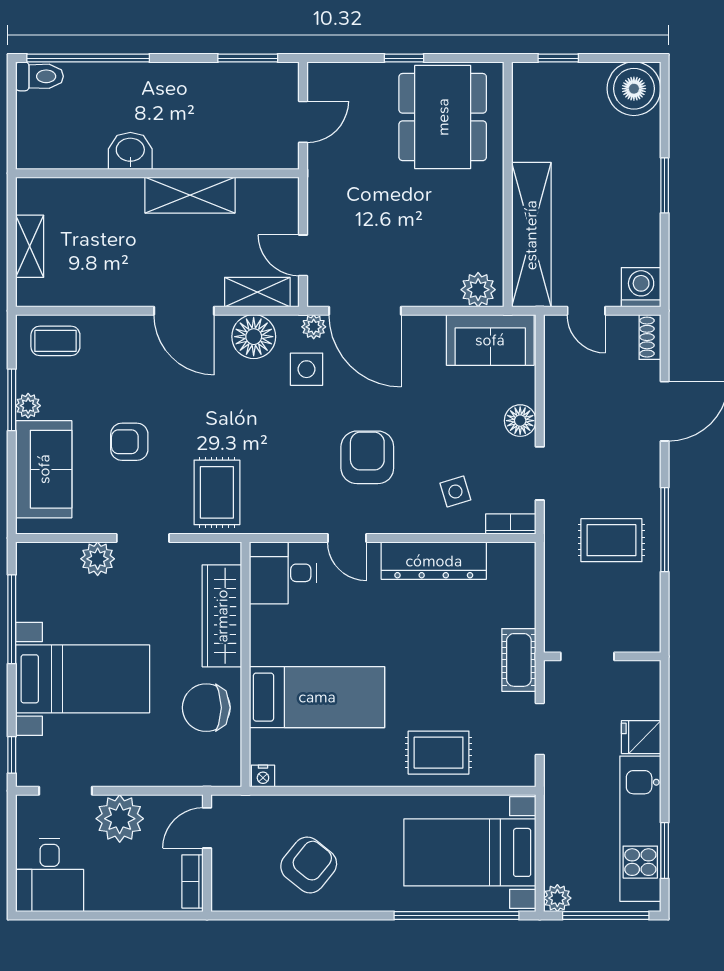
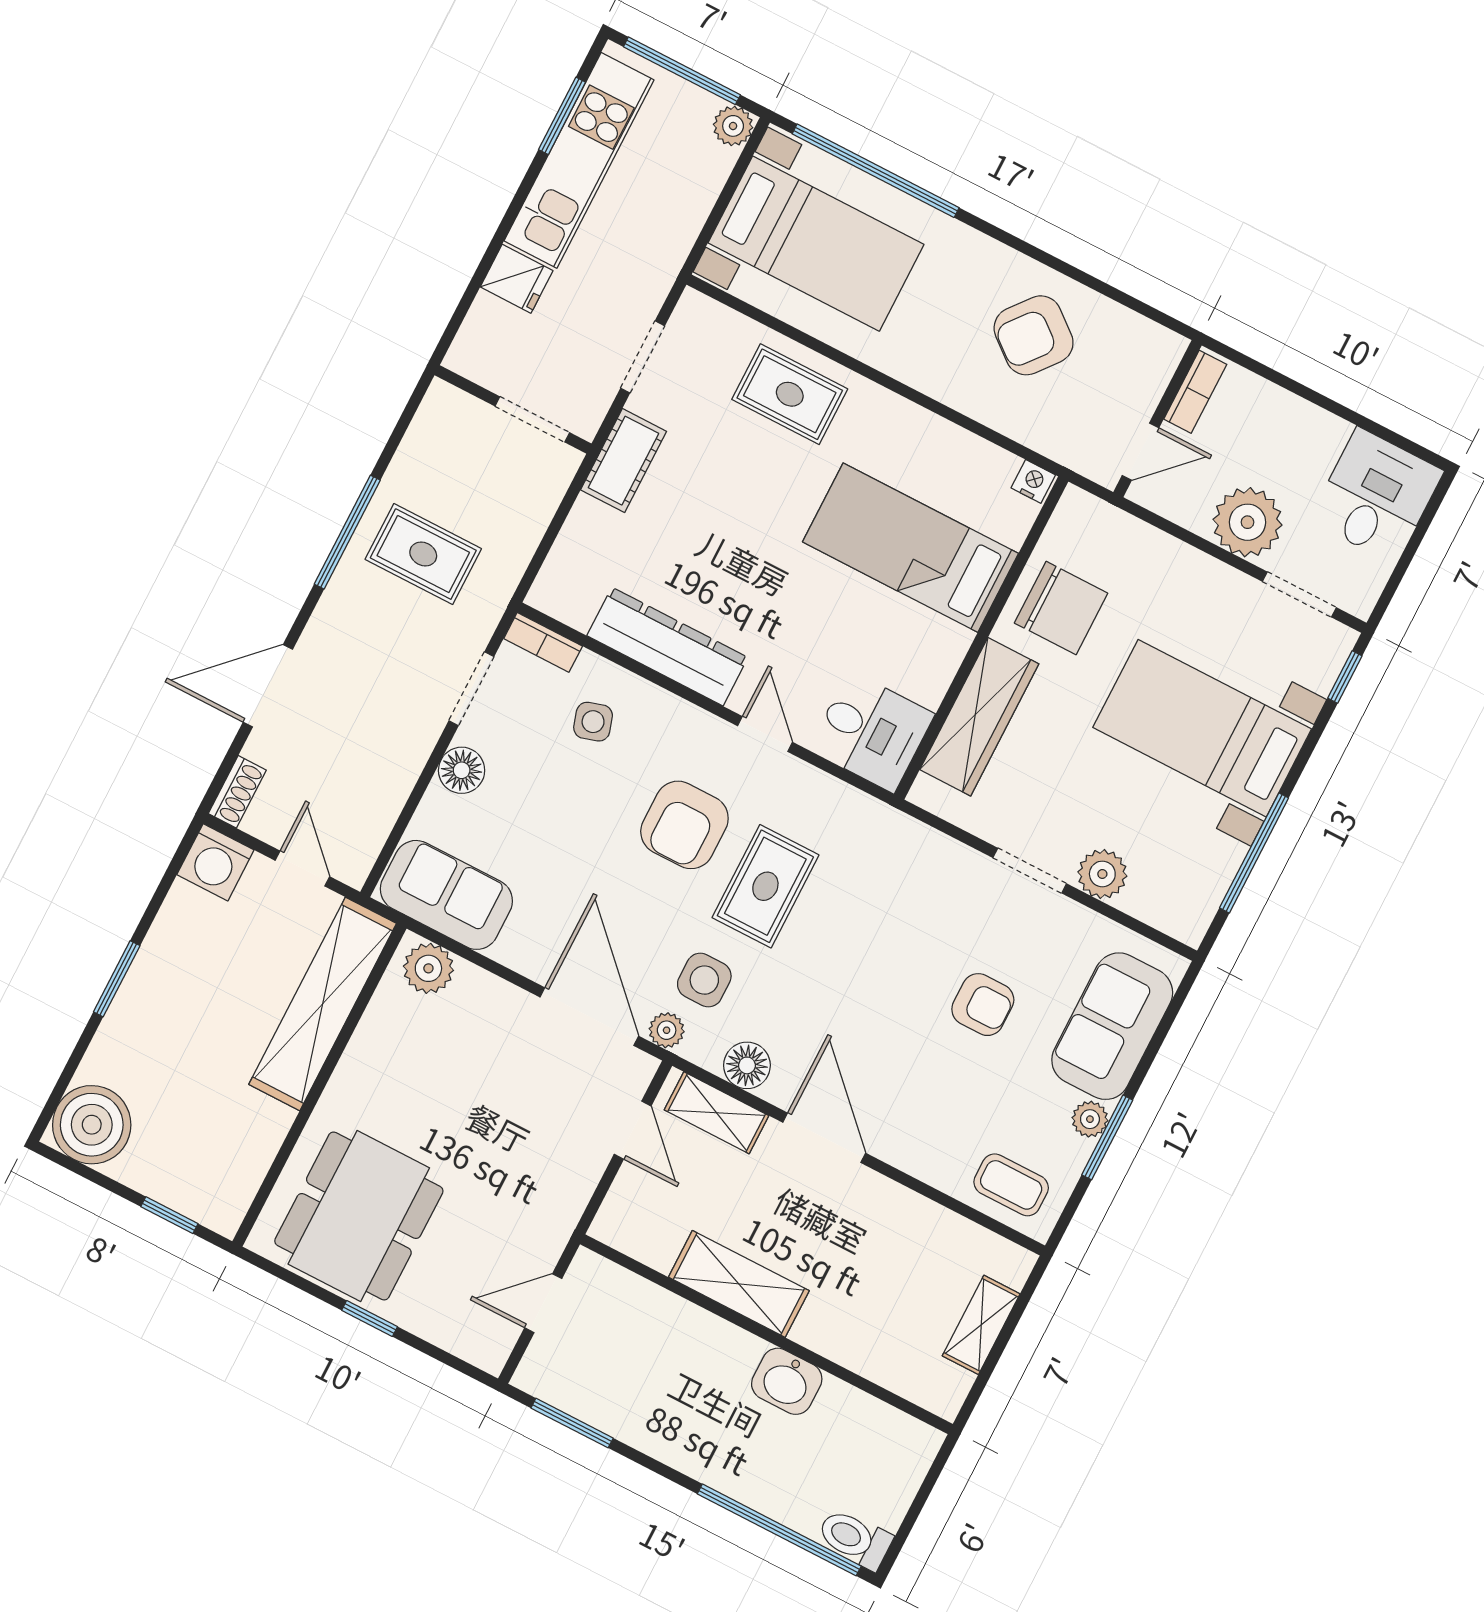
floor lamp: (254, 337) -> (747, 1065), width x0.73, depth x0.73
rug: (217, 492) -> (765, 886), moved

